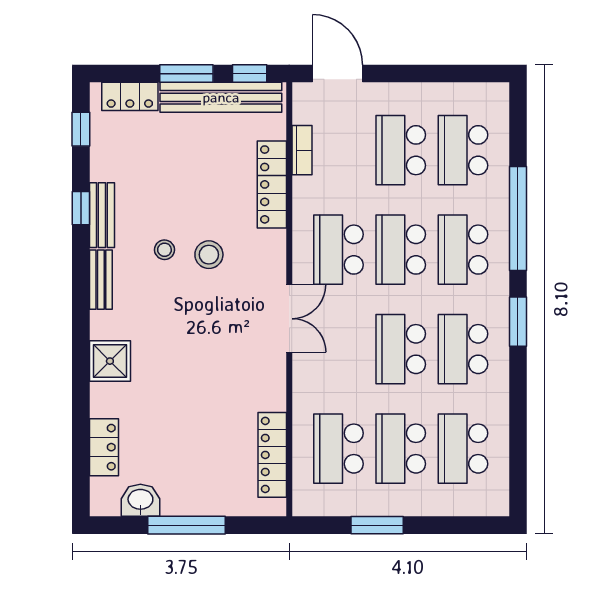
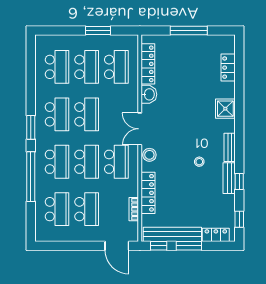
stool: (209, 255) -> (149, 155), moved
washbasin: (140, 500) -> (149, 94), moved, turned -90

